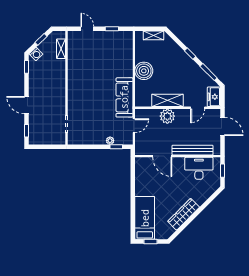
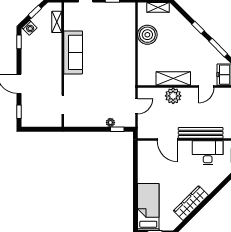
boiler: (144, 71) -> (147, 35), moved
sofa: (124, 97) -> (73, 52), moved, turned 180

